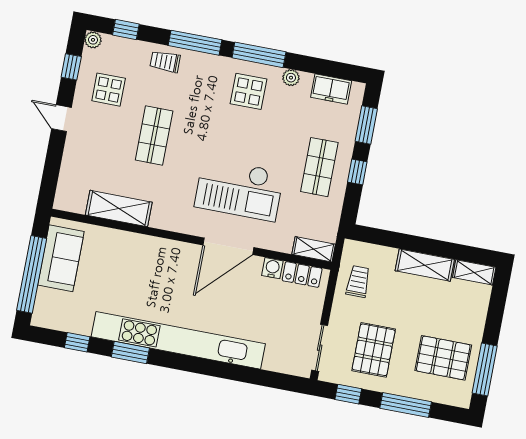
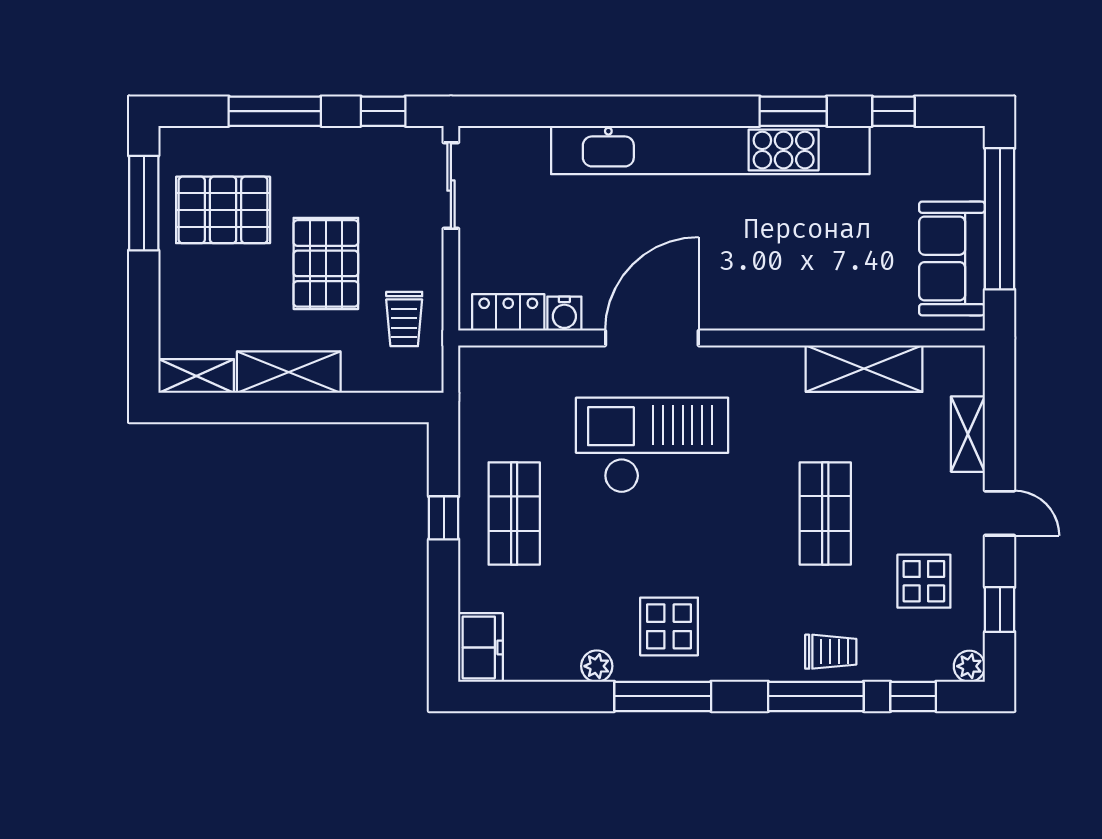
window: (195, 43) -> (816, 696), moved
freezer: (331, 89) -> (481, 647), moved, turned 90
window: (366, 125) -> (444, 606), removed
shelving: (314, 249) -> (968, 434), moved, turned 90
pallet: (374, 350) -> (326, 263), moved

